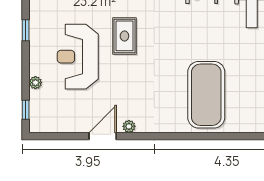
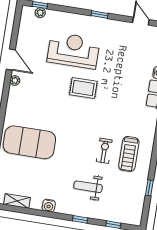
plant: (35, 83) -> (40, 13), moved

